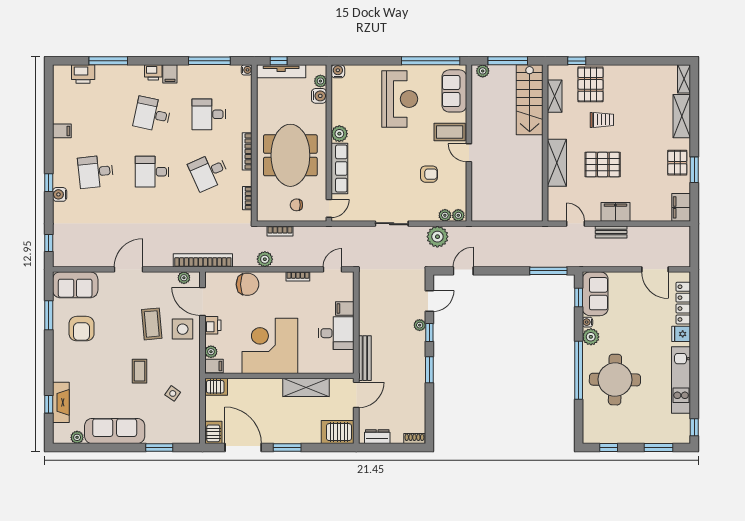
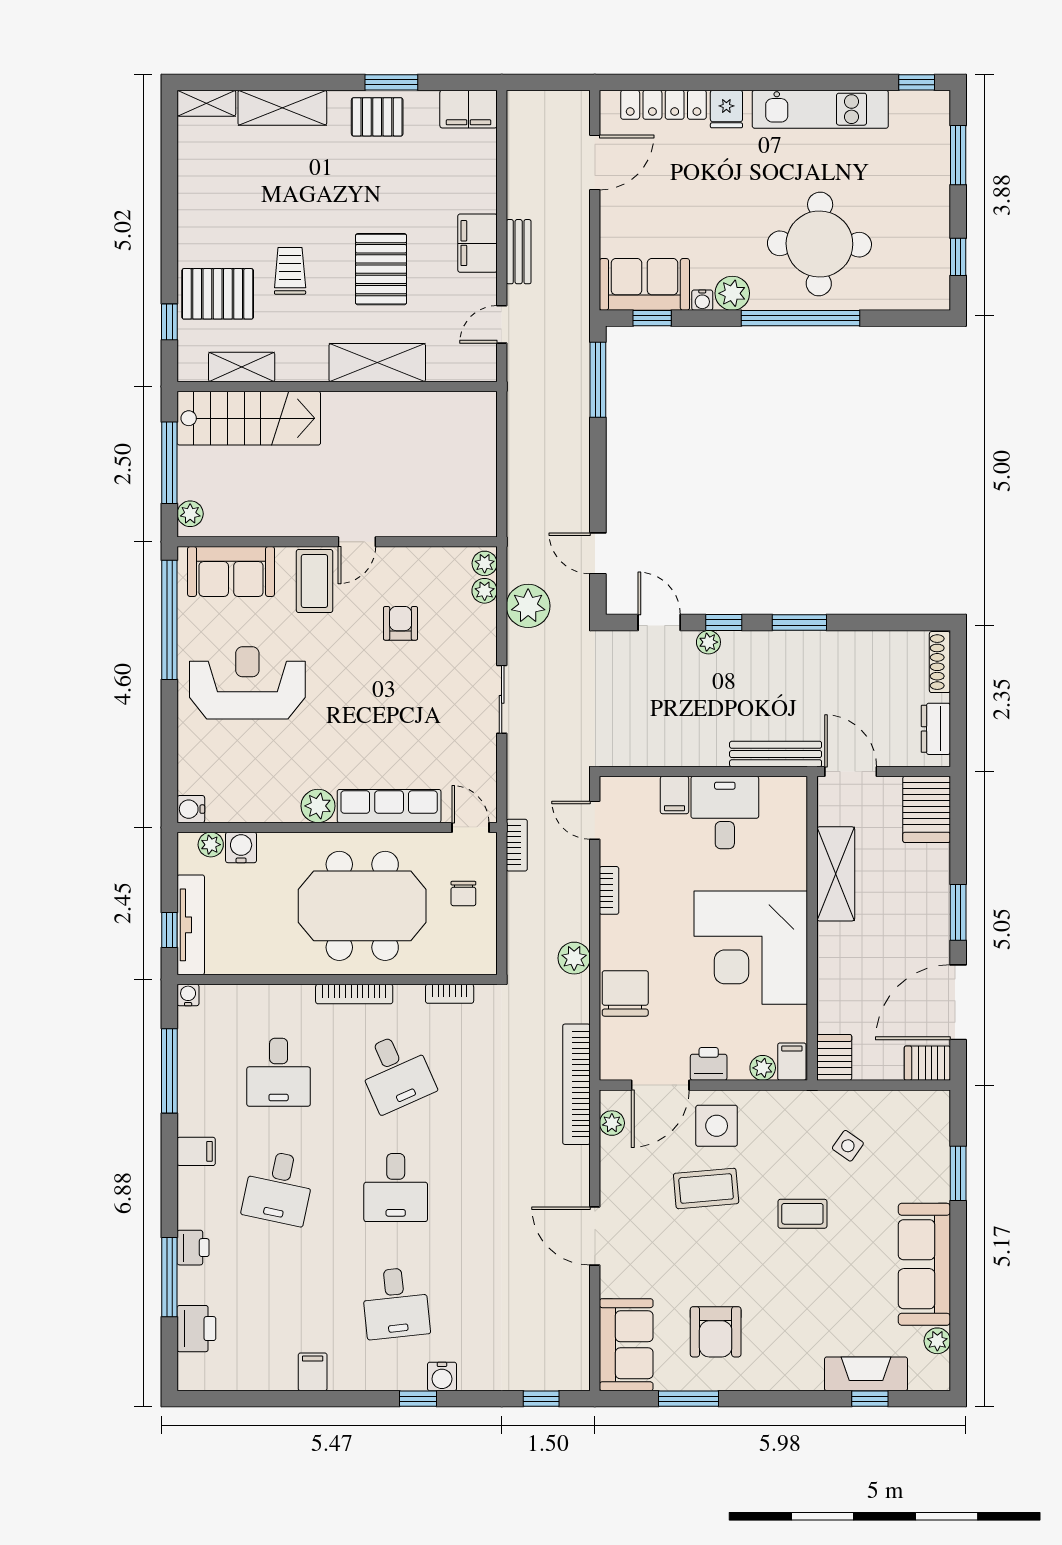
printer: (153, 72) -> (193, 1248), moved
bookcase: (280, 231) -> (517, 845), moved
armchair: (82, 329) -> (716, 1332), turned 90
shoe rack: (414, 439) -> (940, 662), width x1.43

